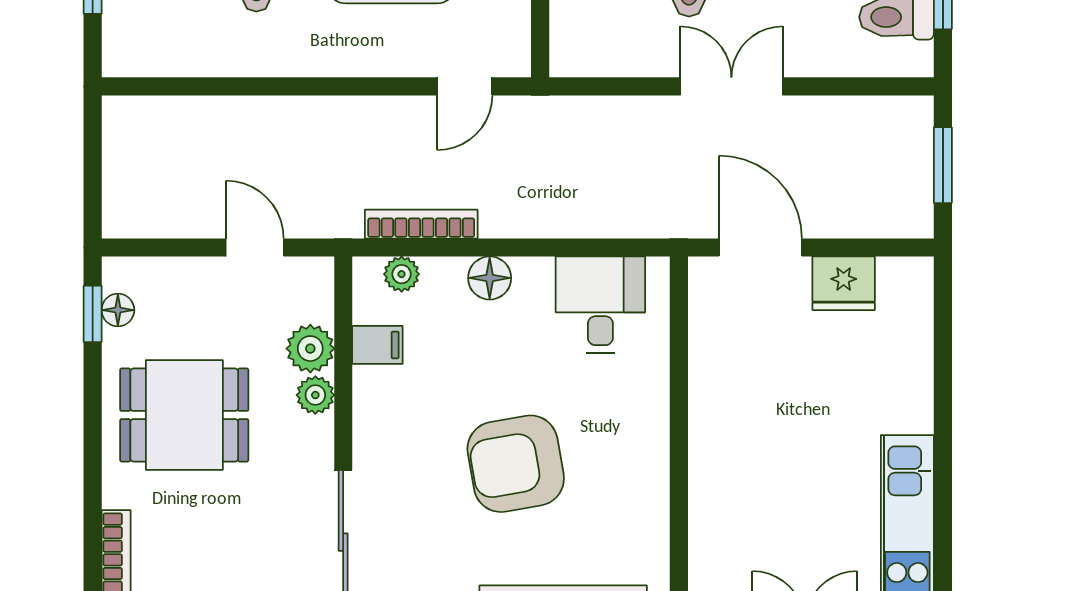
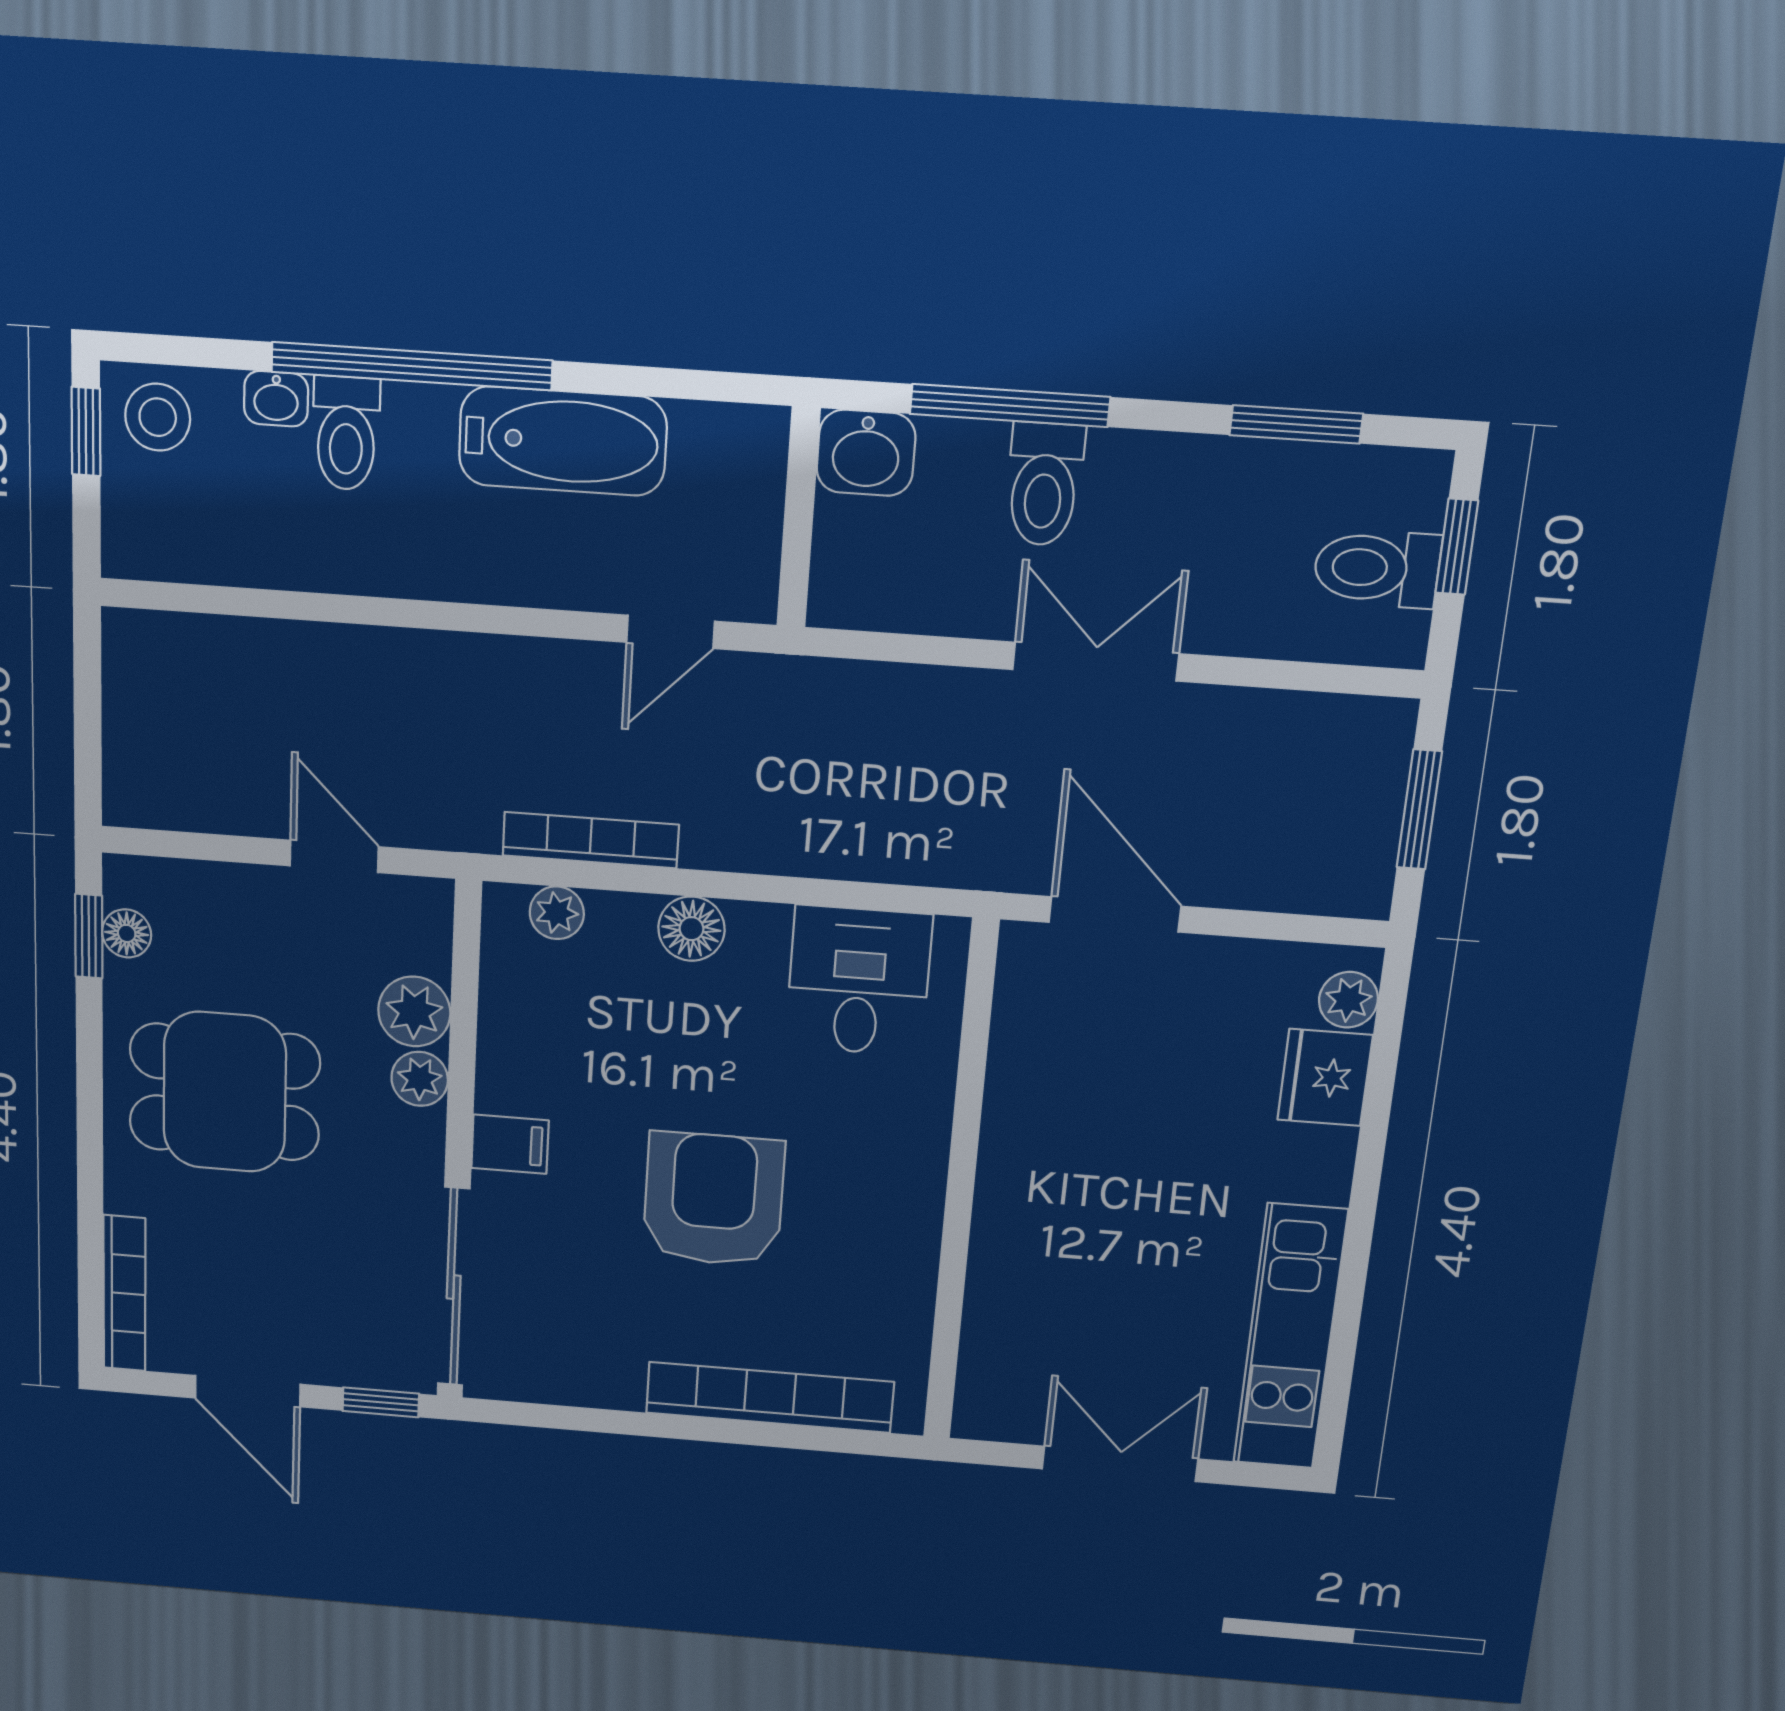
fridge: (844, 283) -> (1325, 1077), moved, turned 90
plant: (915, 292) -> (1348, 1000), added
filing cabinet: (377, 345) -> (510, 1144), moved
armchair: (516, 464) -> (713, 1199), turned 100

